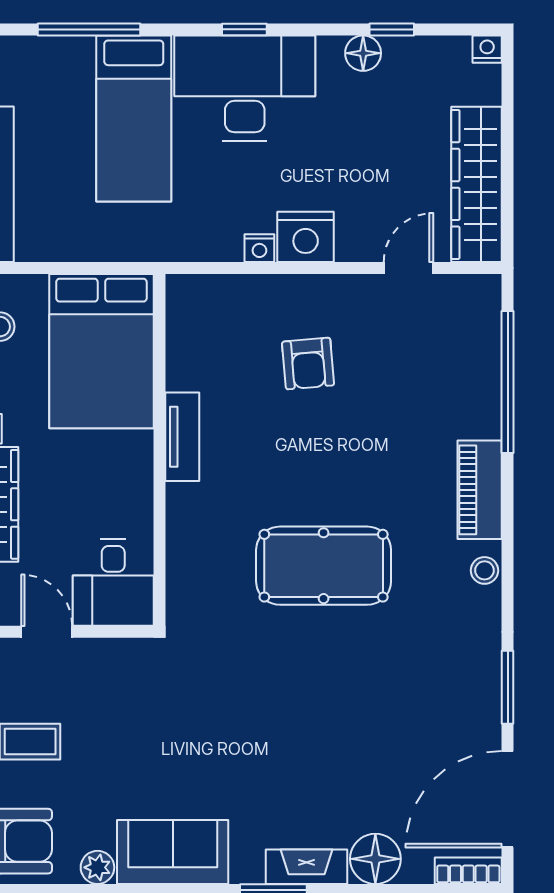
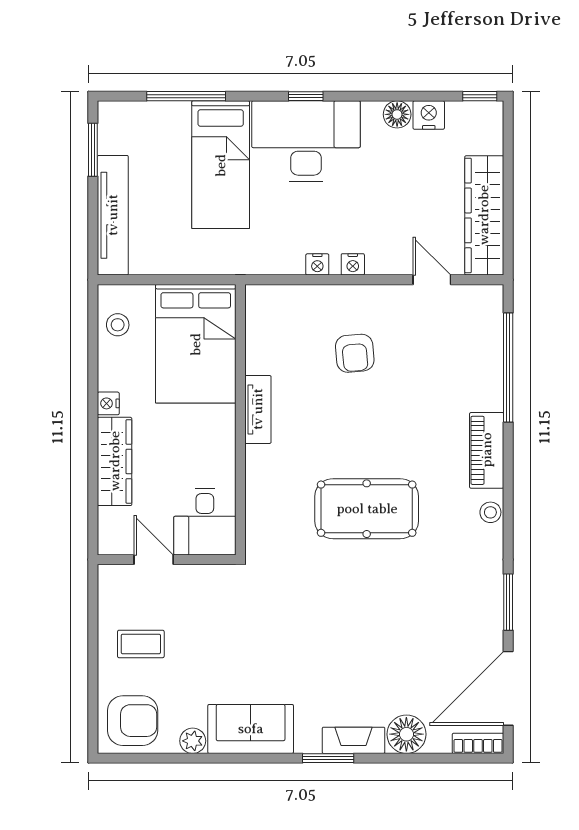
window: (392, 29) -> (480, 96), moved
nightstand: (487, 49) -> (429, 115), moved, width x1.39, depth x1.35
nightstand: (306, 237) -> (353, 264), width x0.53, depth x0.56
door: (408, 268) -> (432, 280), hinge flipped

